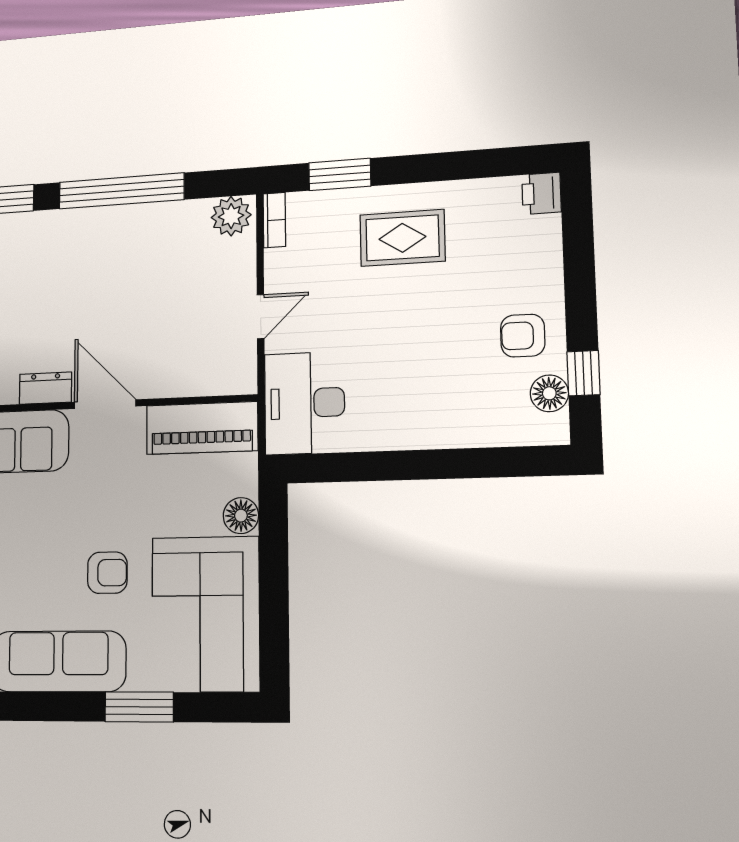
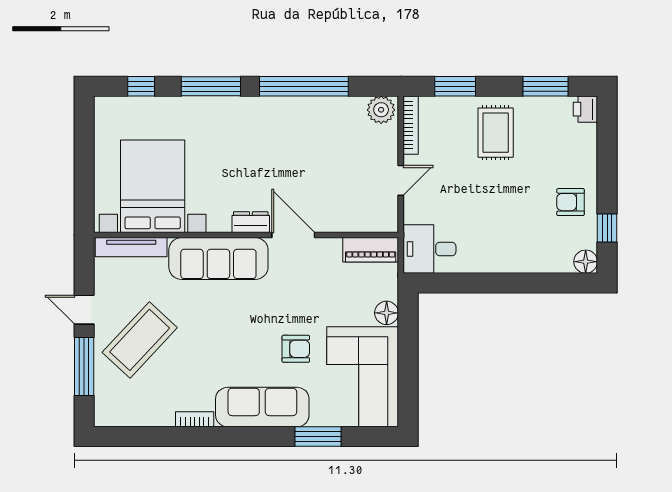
window: (477, 164) -> (545, 86), added
bookcase: (274, 220) -> (411, 125), width x1.56
rug: (402, 238) -> (496, 133), turned 90
floor lamp: (549, 393) -> (586, 262), moved
desk: (304, 403) -> (429, 249), width x0.73
piano: (202, 428) -> (371, 250), width x0.73, depth x0.75

